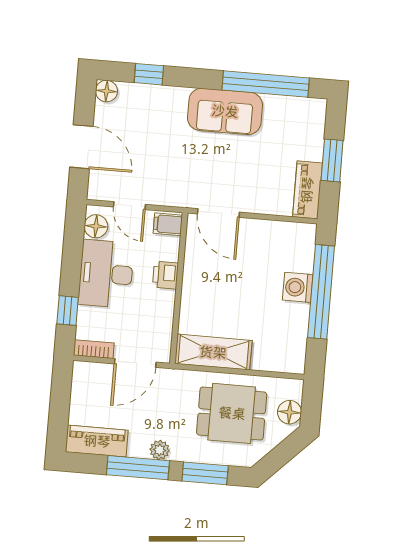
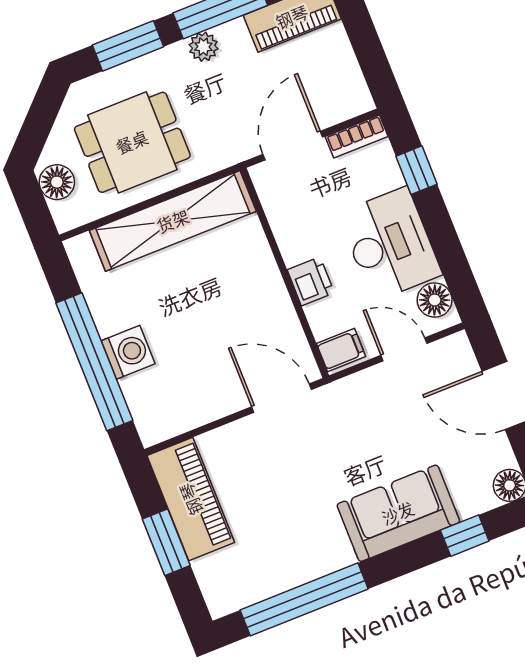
sofa: (225, 111) -> (398, 513), moved
piano: (307, 190) -> (191, 499), width x1.37, depth x1.33
shelving: (213, 352) -> (173, 221), width x1.47

